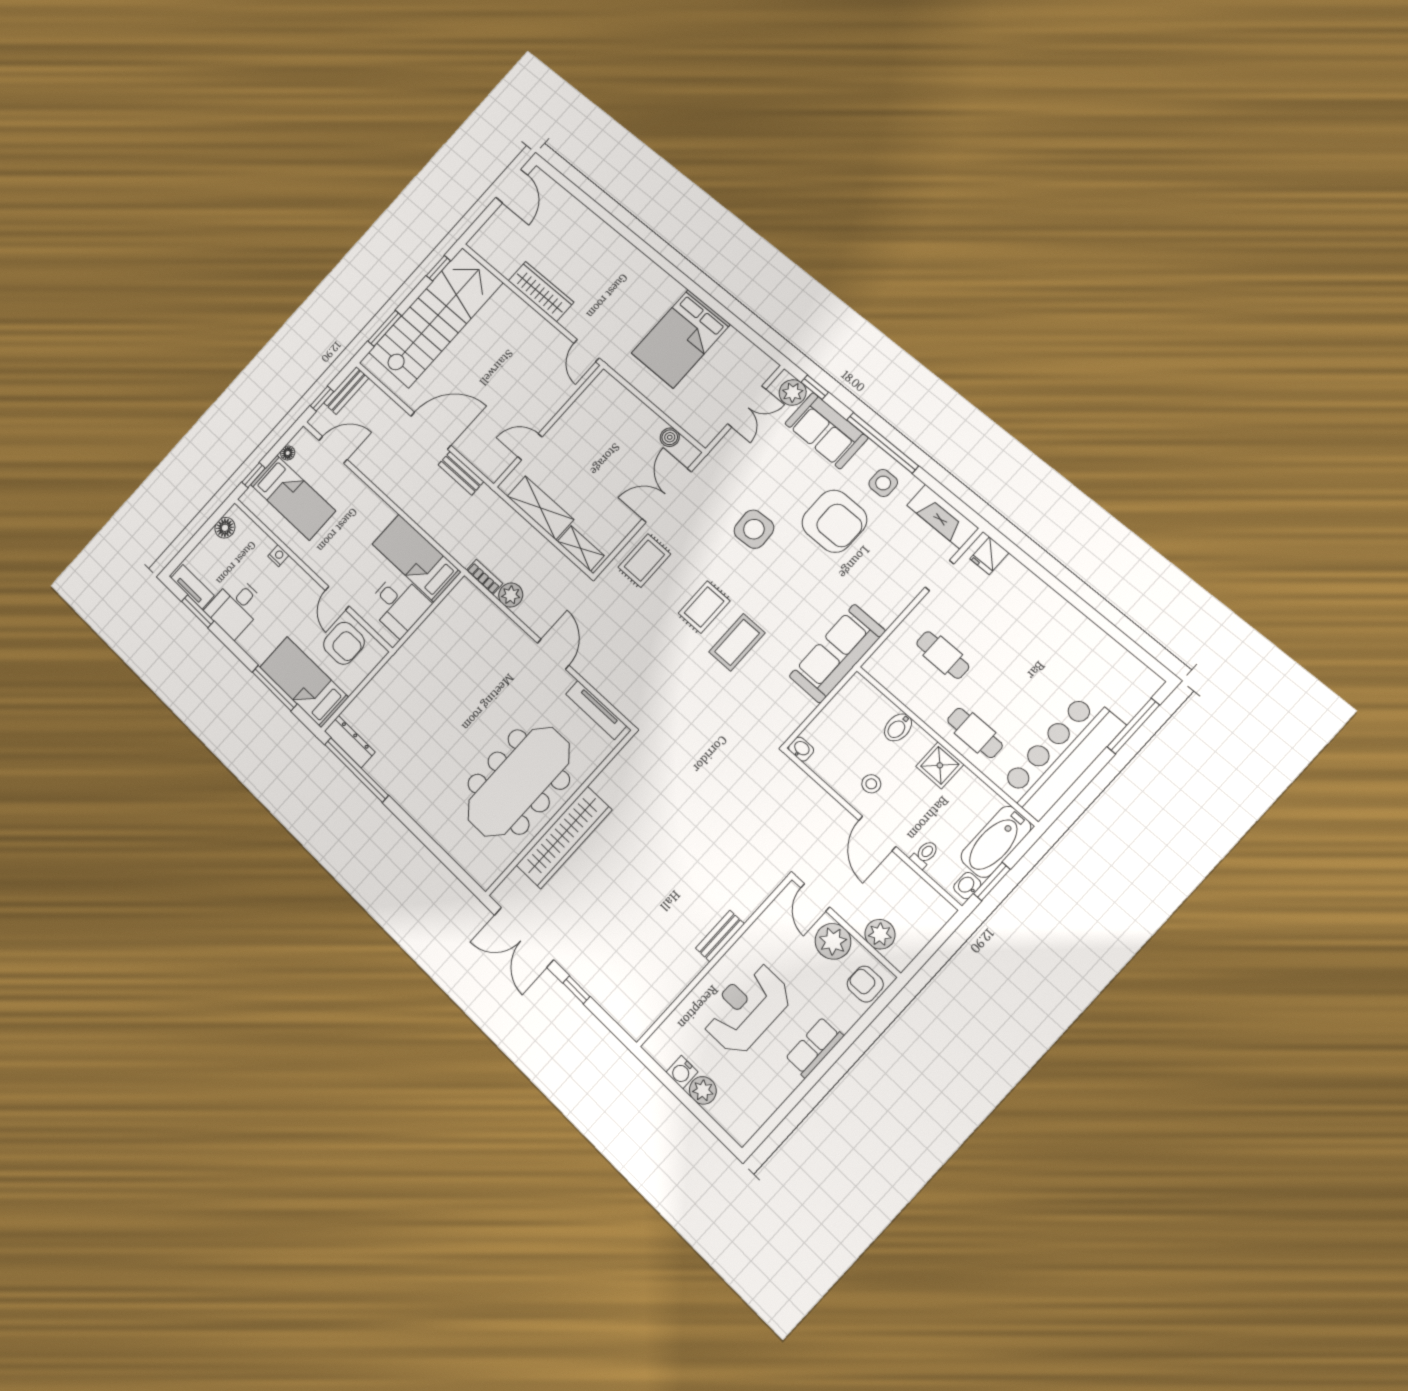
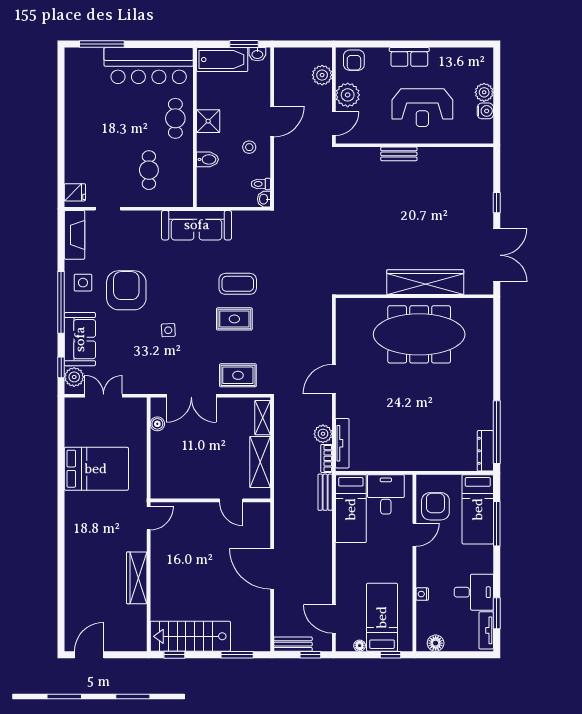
stairs: (436, 318) -> (190, 636), width x0.73, depth x0.66
bench: (461, 473) -> (325, 492), moved
side table: (754, 529) -> (168, 330), width x0.54, depth x0.54
tv unit: (596, 710) -> (342, 443), moved
toilet: (925, 854) -> (261, 184), moved

